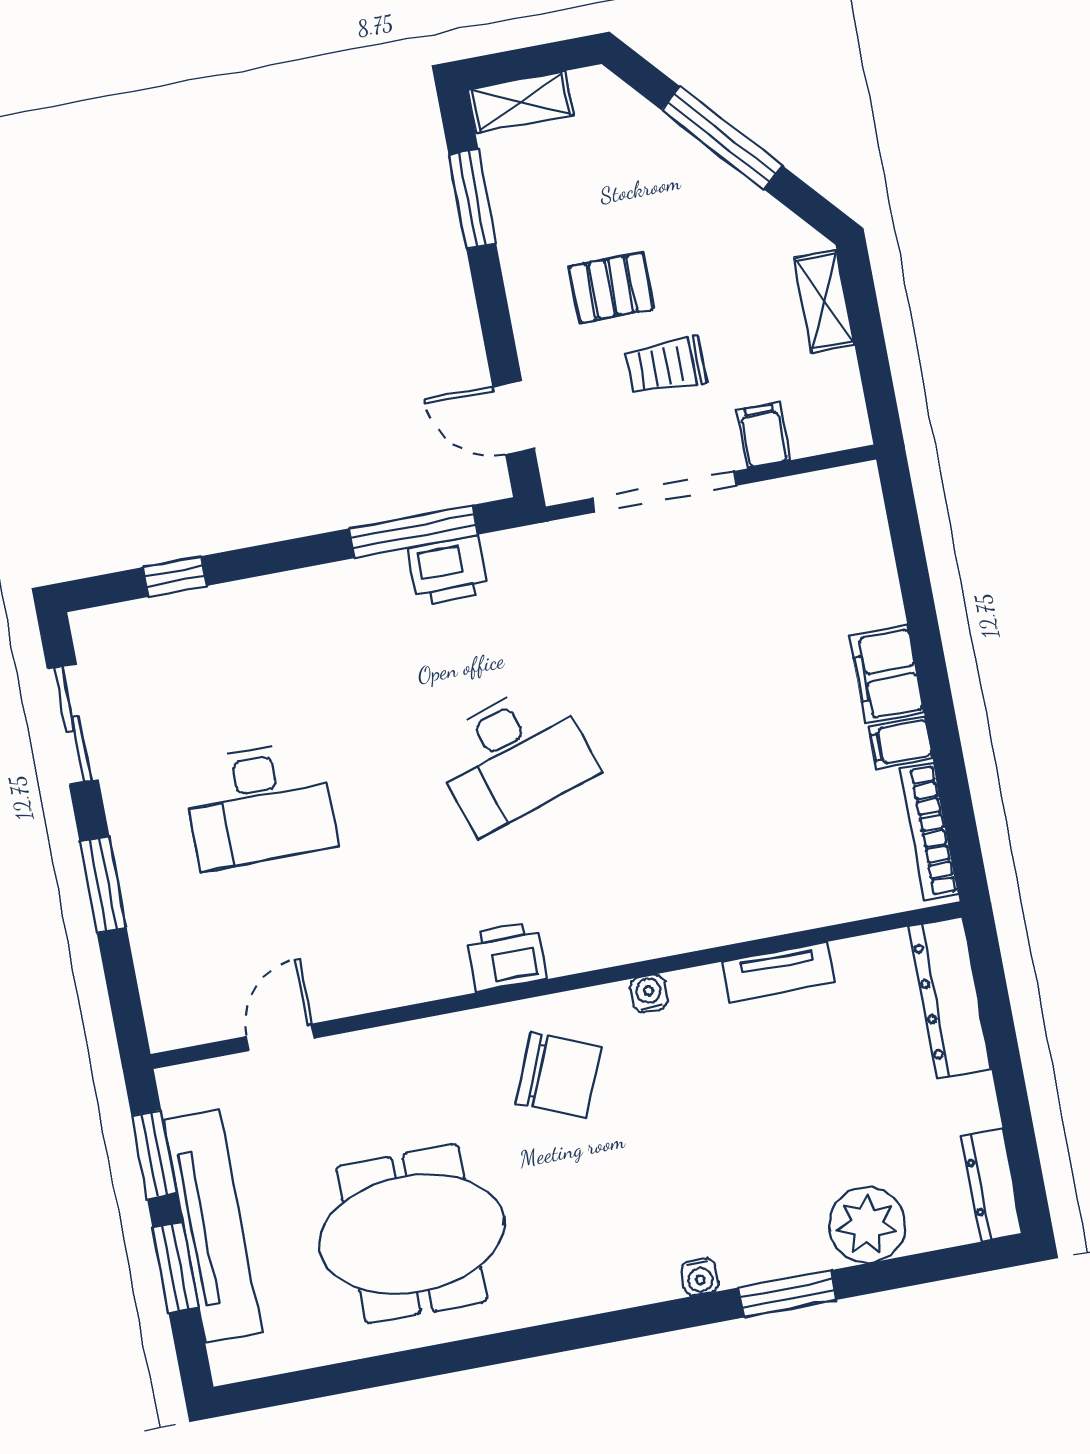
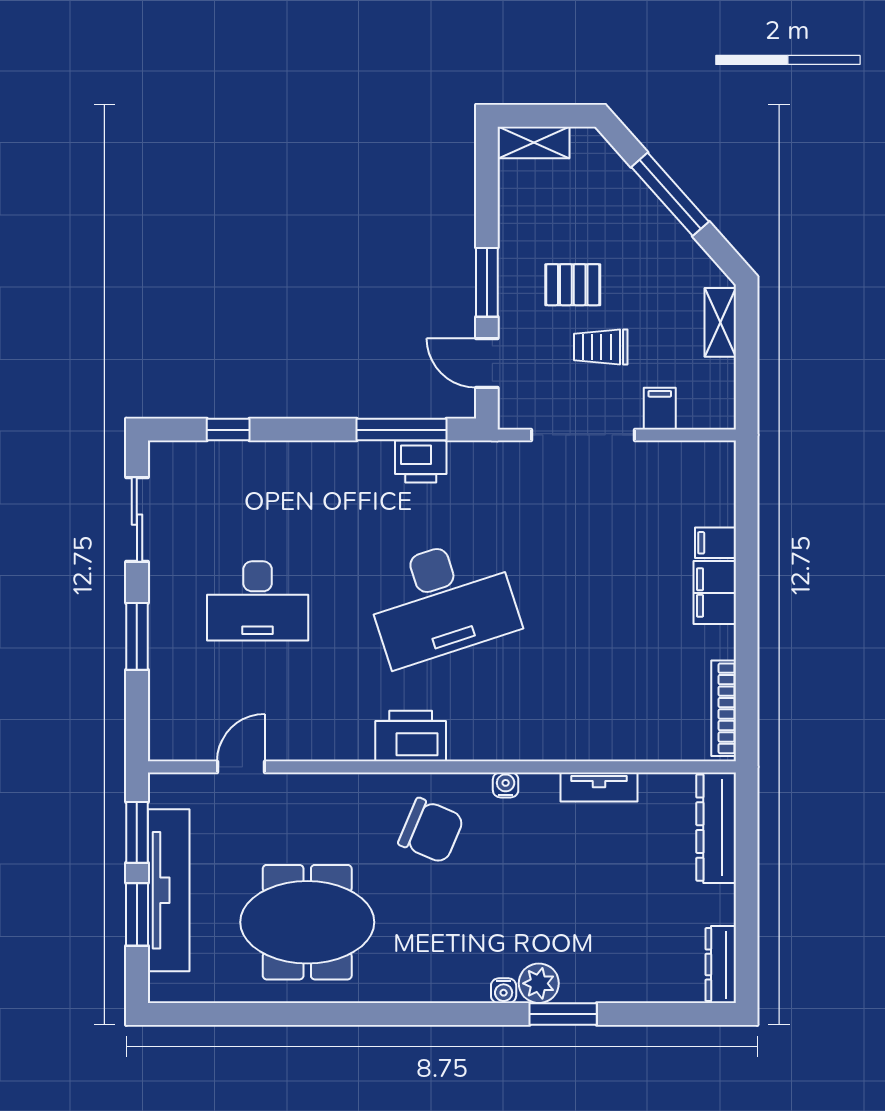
window: (472, 199) -> (487, 282), moved
filing cabinet: (901, 743) -> (715, 543), moved
desk: (513, 757) -> (442, 601), width x1.36, depth x1.30
printer: (507, 957) -> (411, 736), width x1.37, depth x1.19
plant: (867, 1225) -> (539, 983), moved, width x0.73, depth x0.73

